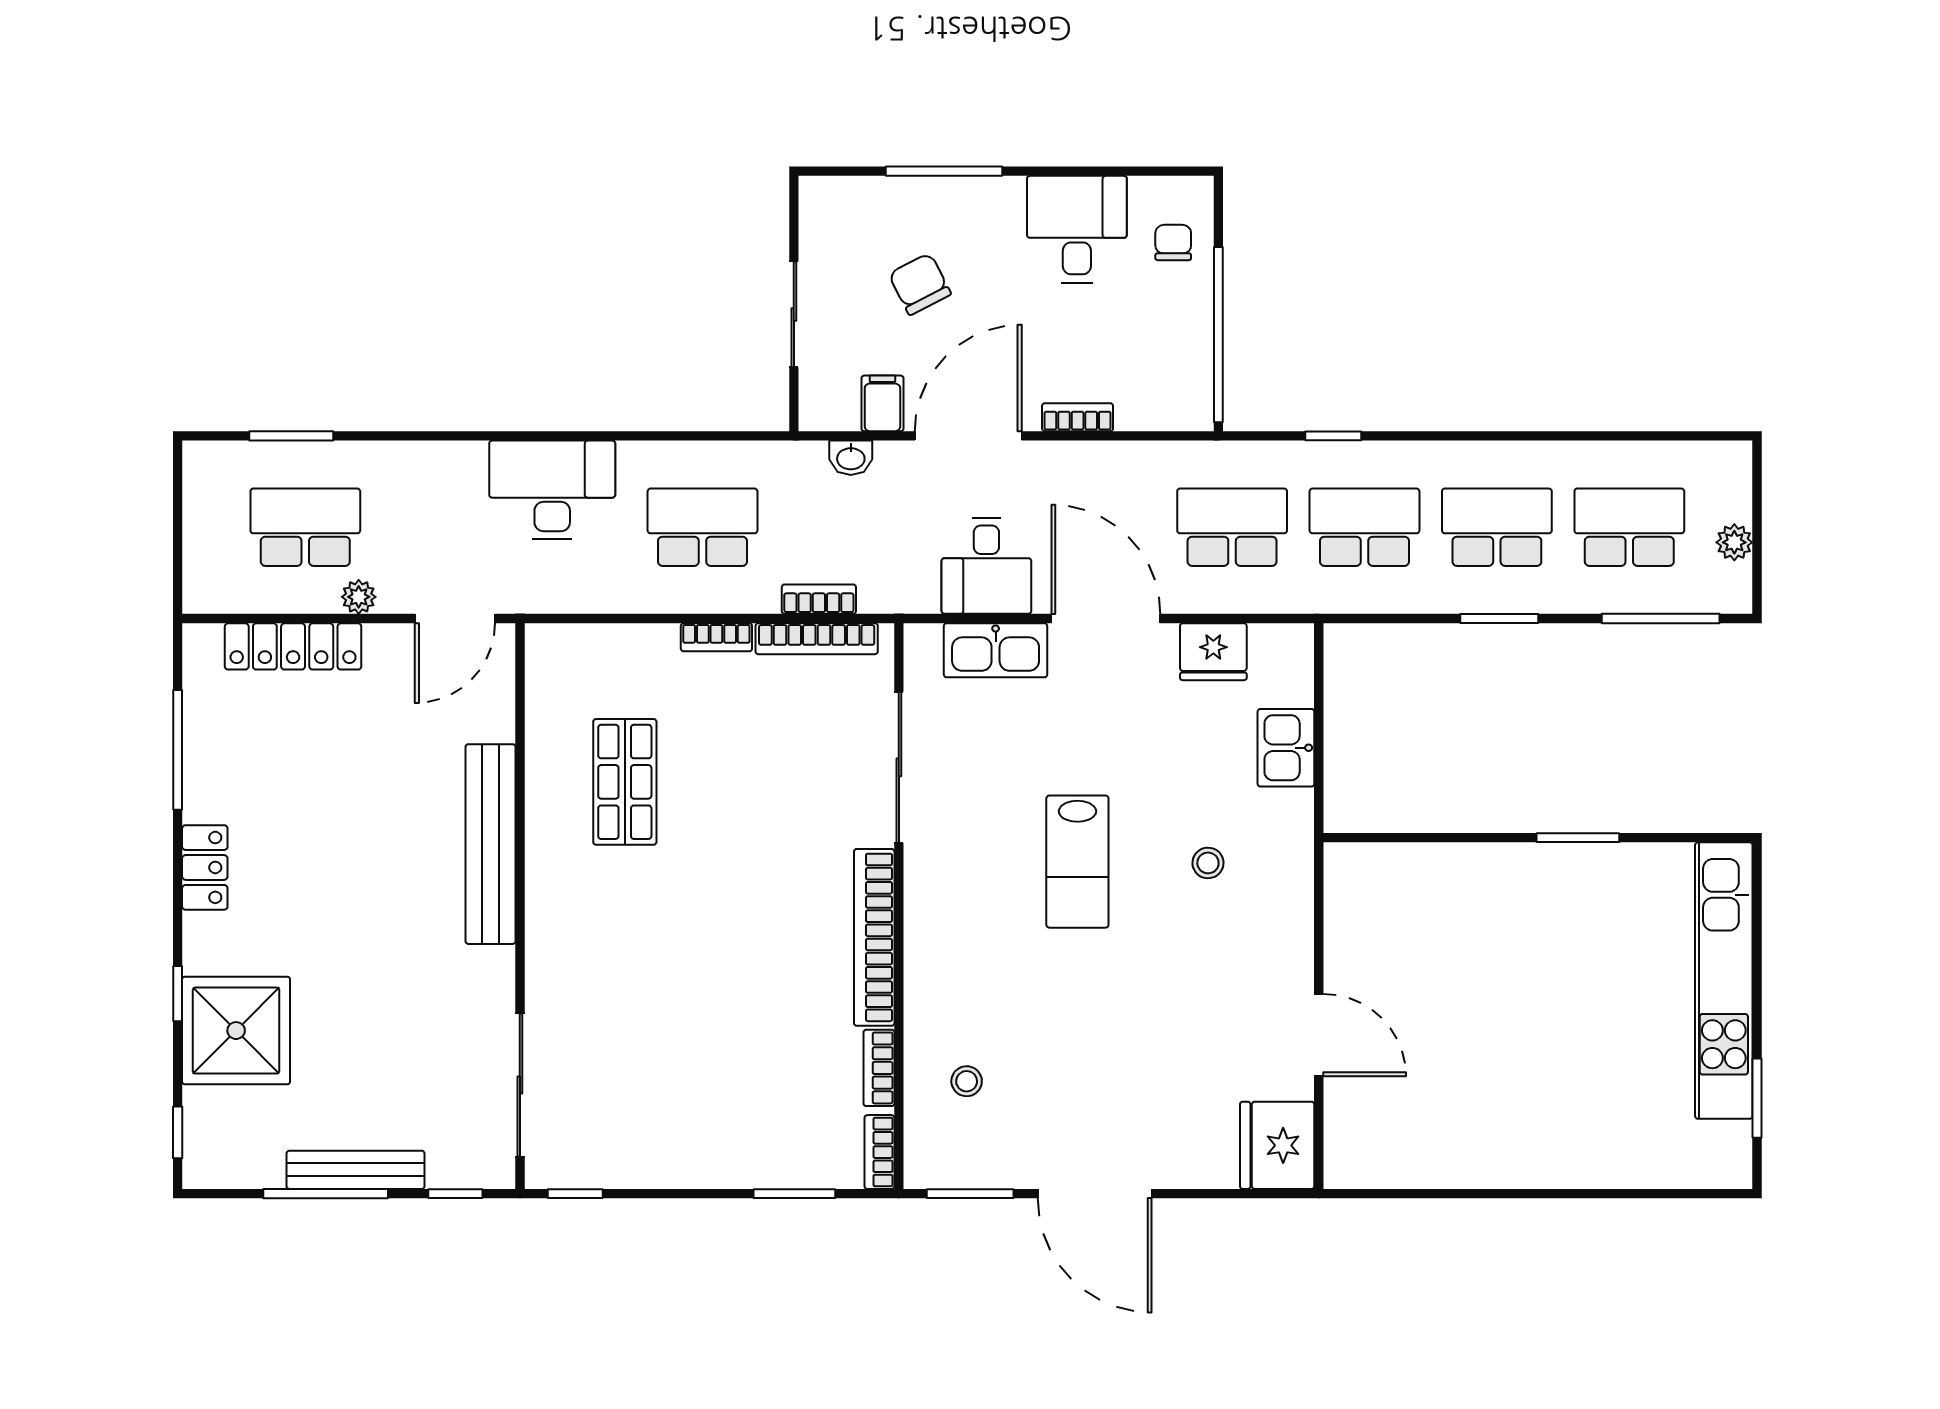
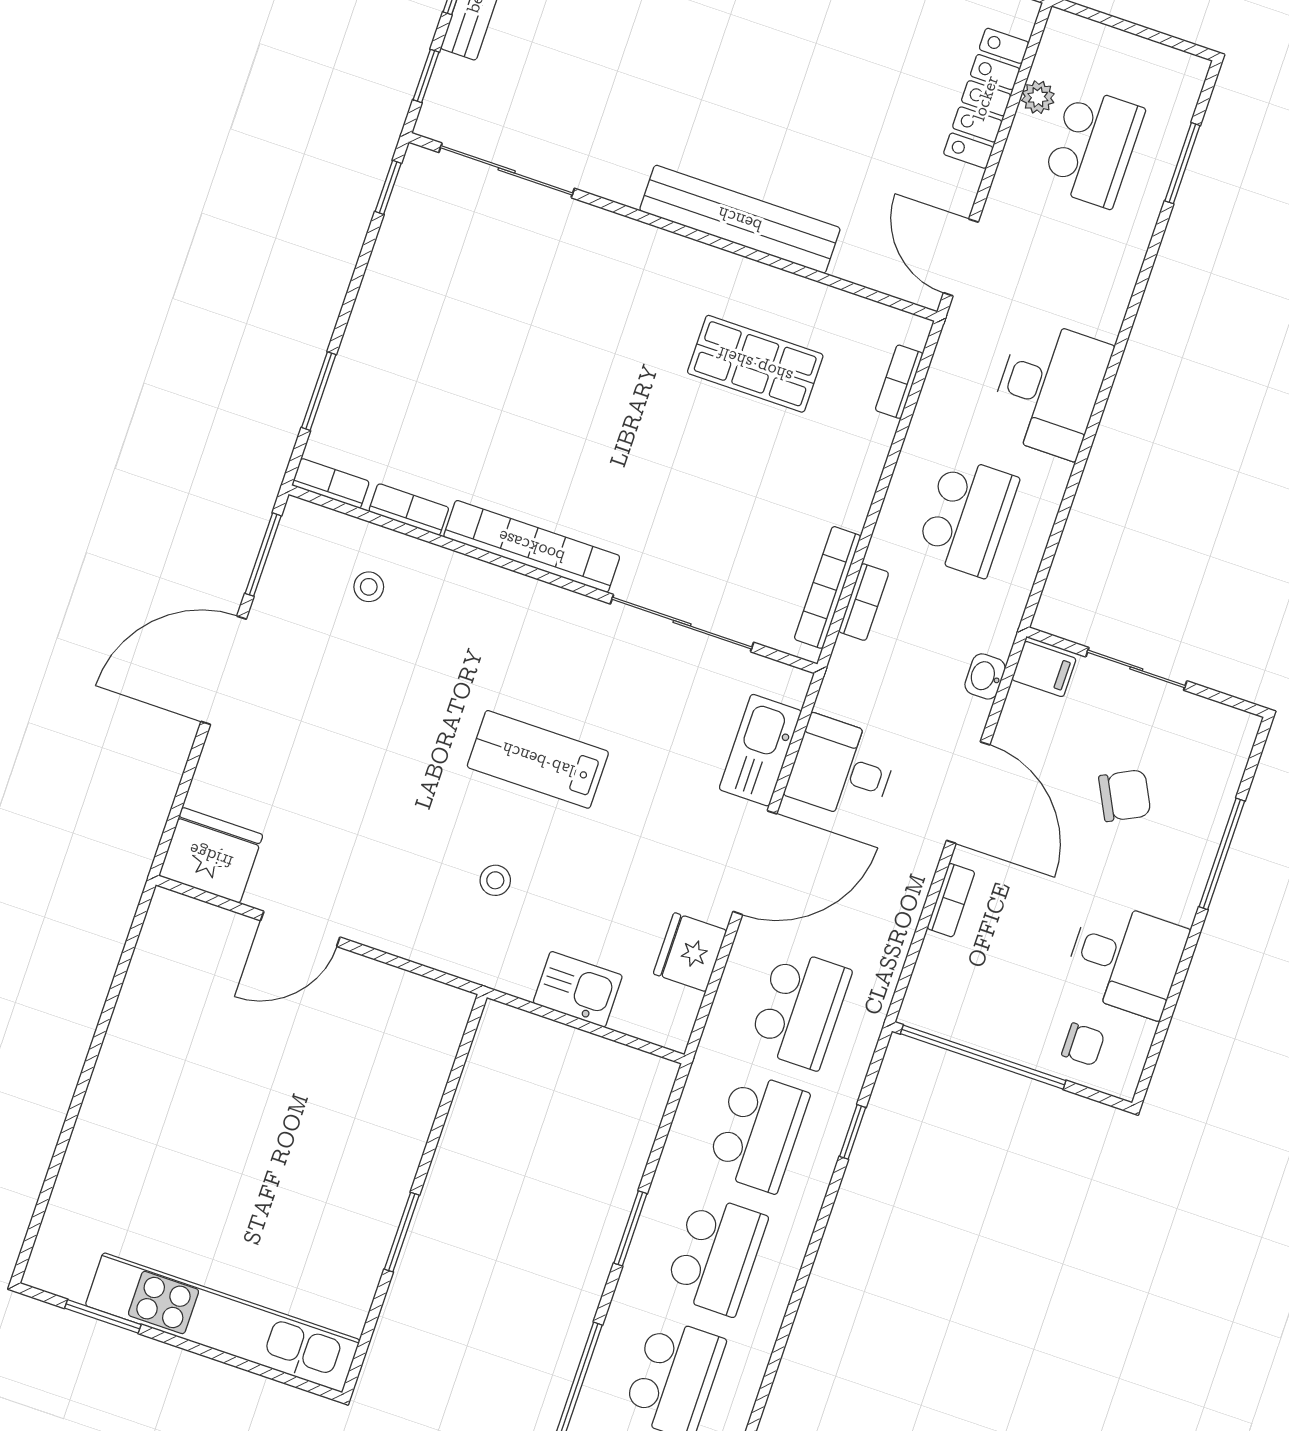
filing cabinet: (882, 403) -> (1044, 669), moved
plant: (359, 597) -> (1038, 97), moved
bookcase: (716, 637) -> (899, 382), moved

